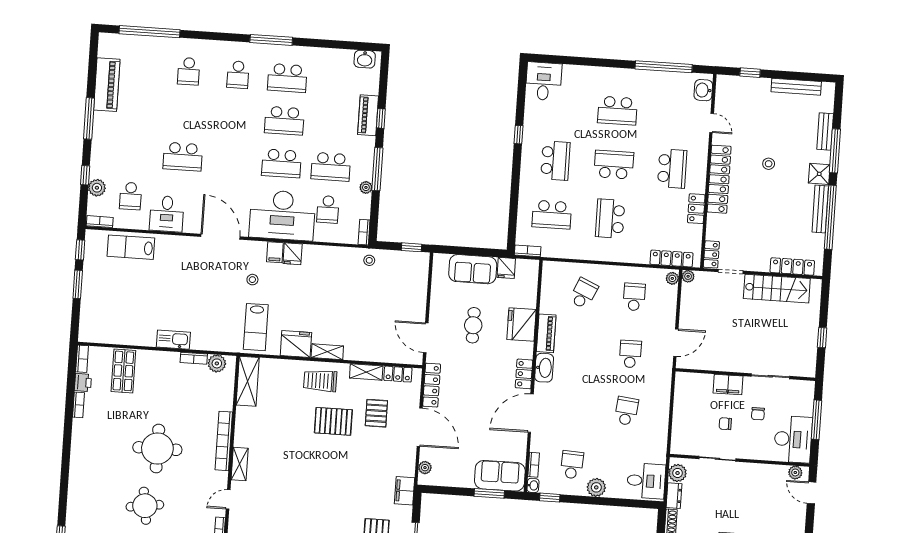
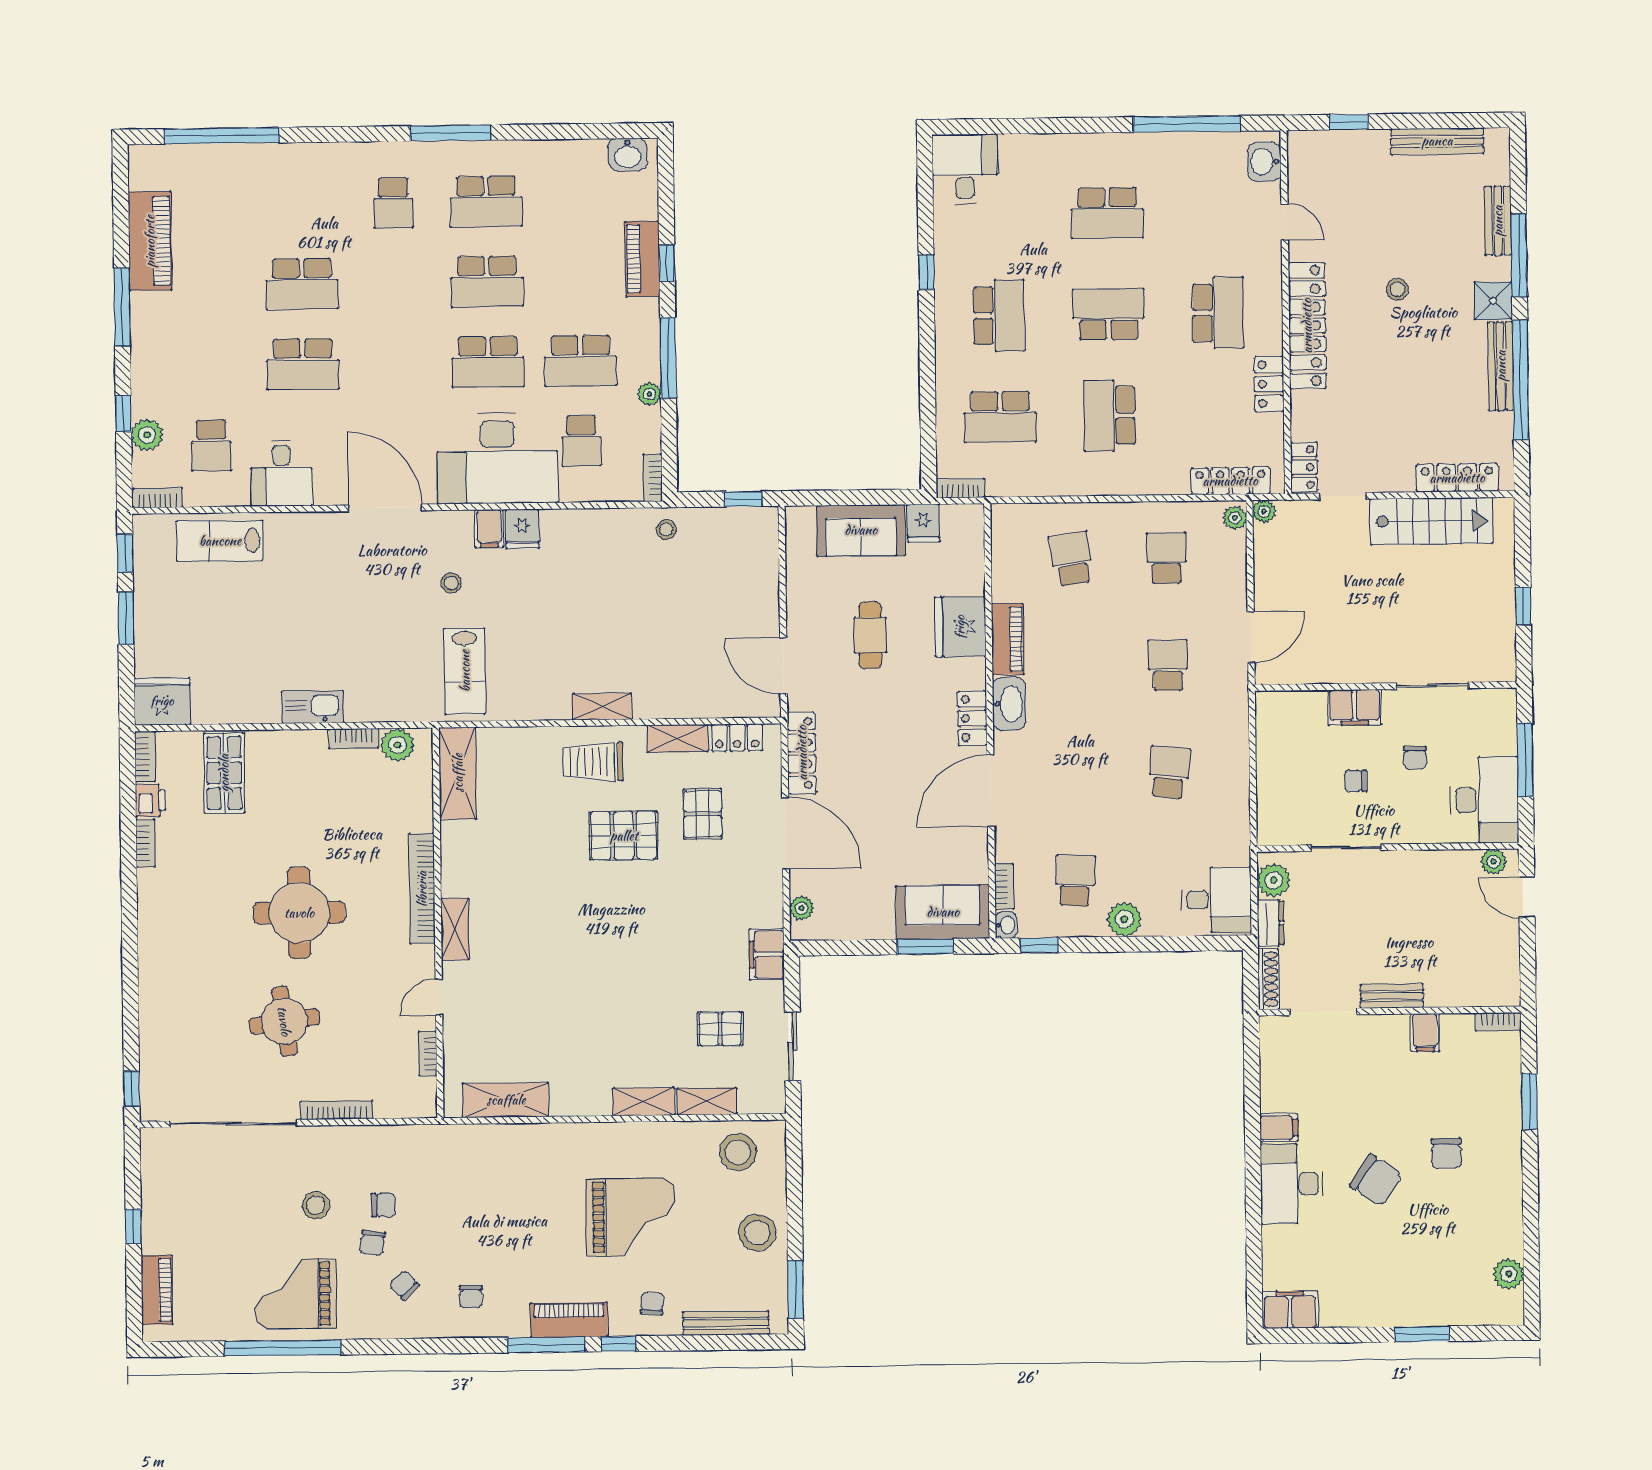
school desk: (189, 71) -> (302, 284), moved, width x1.85
school desk: (584, 293) -> (1071, 559), turned -33
fridge: (296, 344) -> (162, 701), moved

